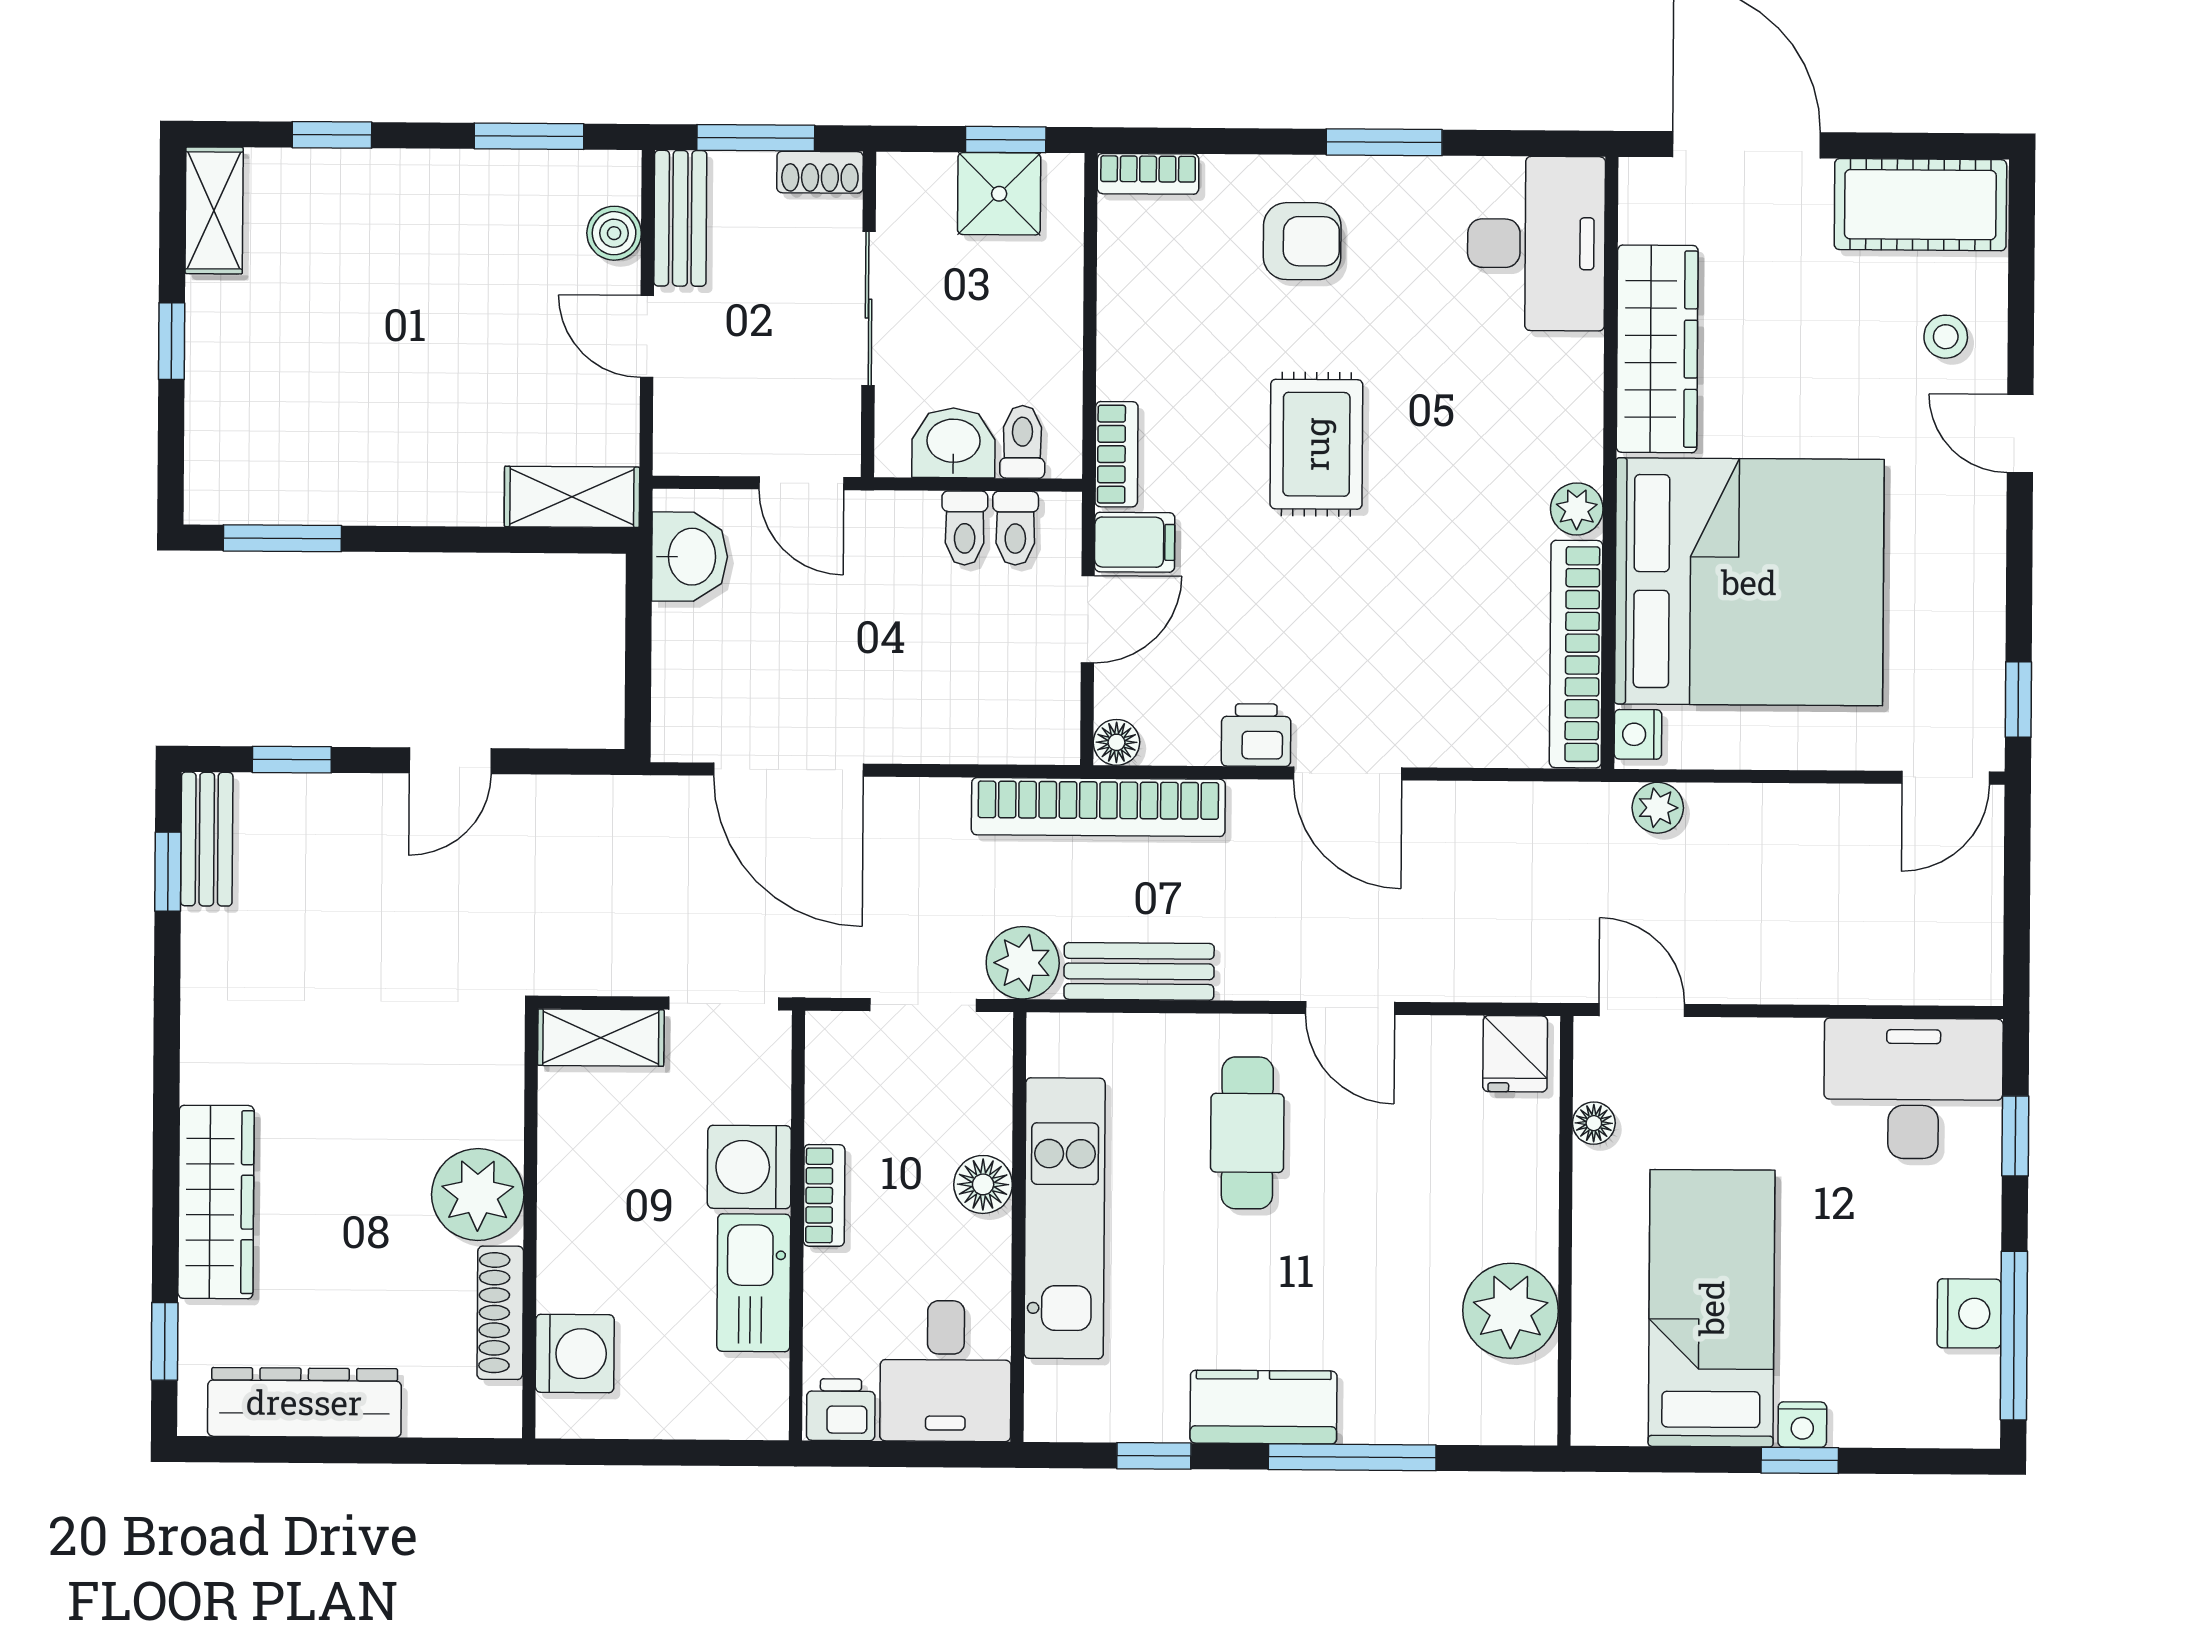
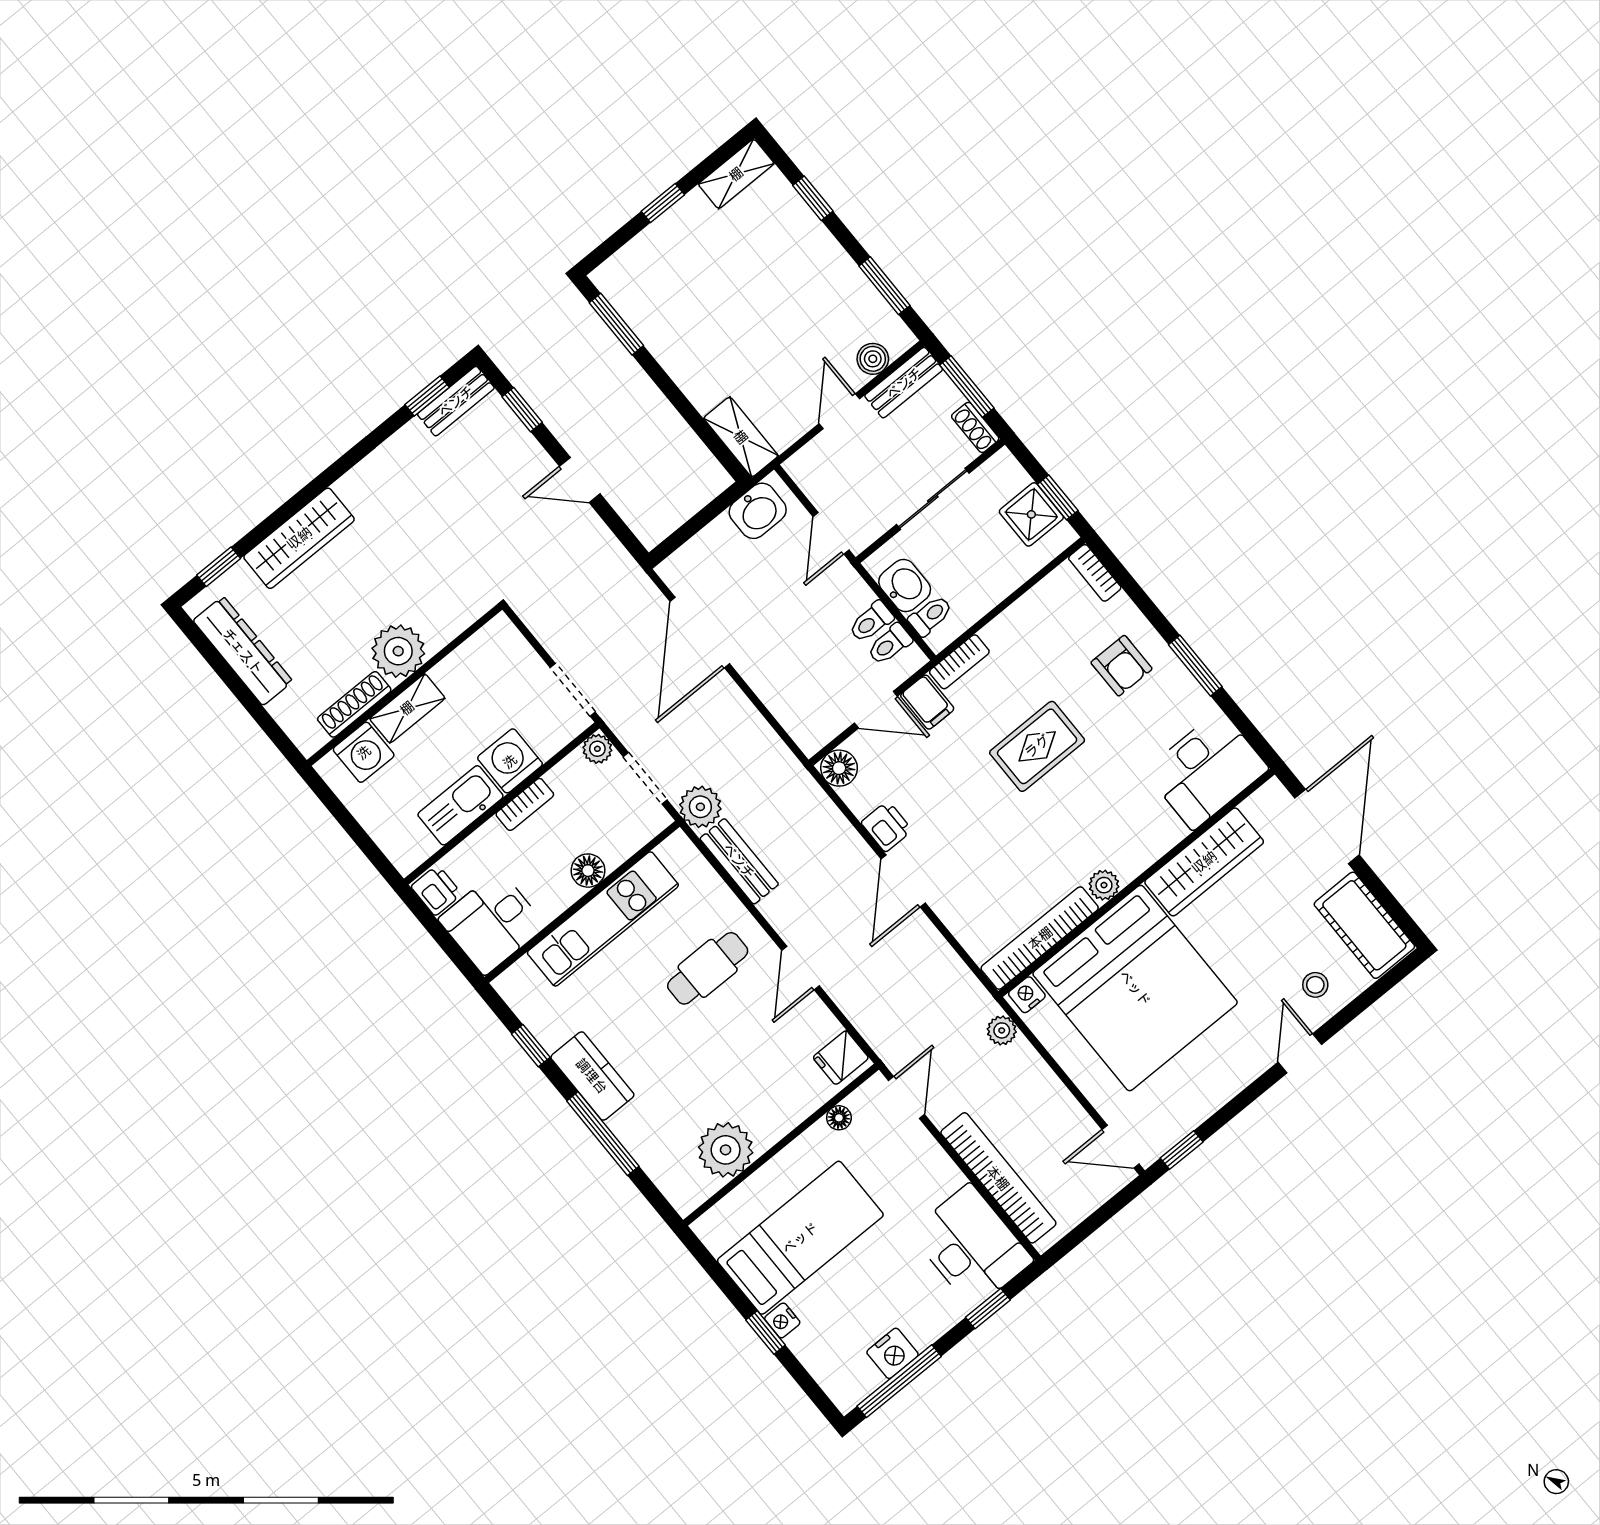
floor lamp: (1116, 742) -> (839, 768), width x1.37, depth x1.37
bookcase: (1098, 807) -> (998, 1178), moved, turned 180
plant: (830, 1036) -> (597, 749), added
shelving: (601, 1038) -> (407, 708), moved, turned 90

